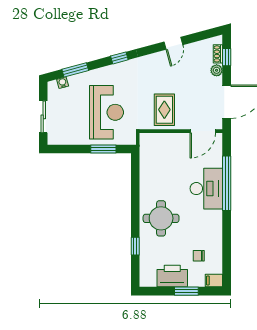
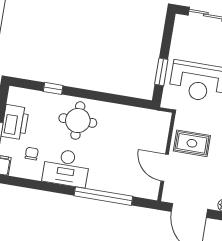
door: (203, 131) -> (165, 168), moved
desk: (206, 189) -> (66, 168), moved

